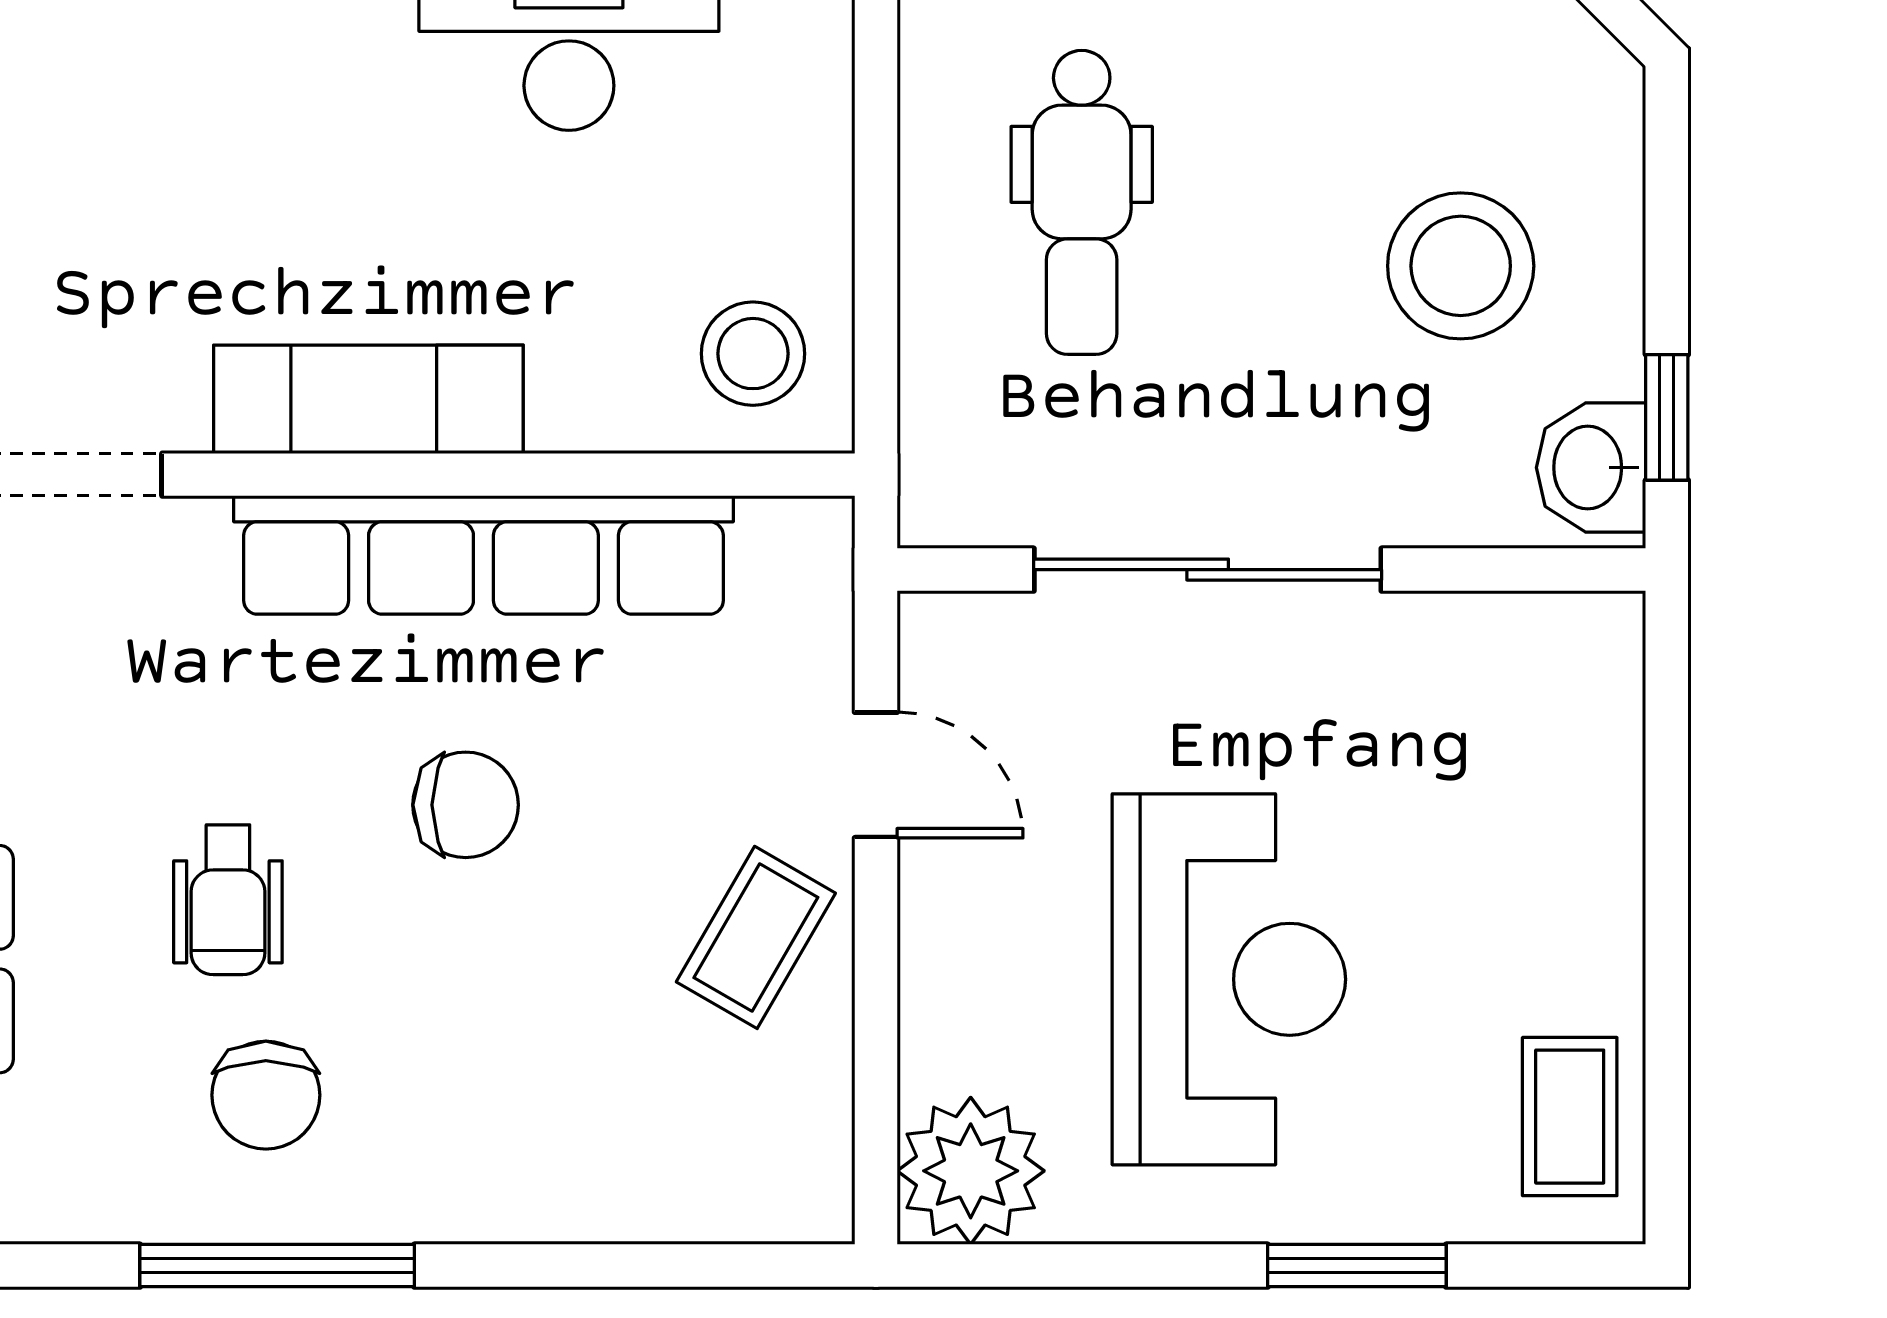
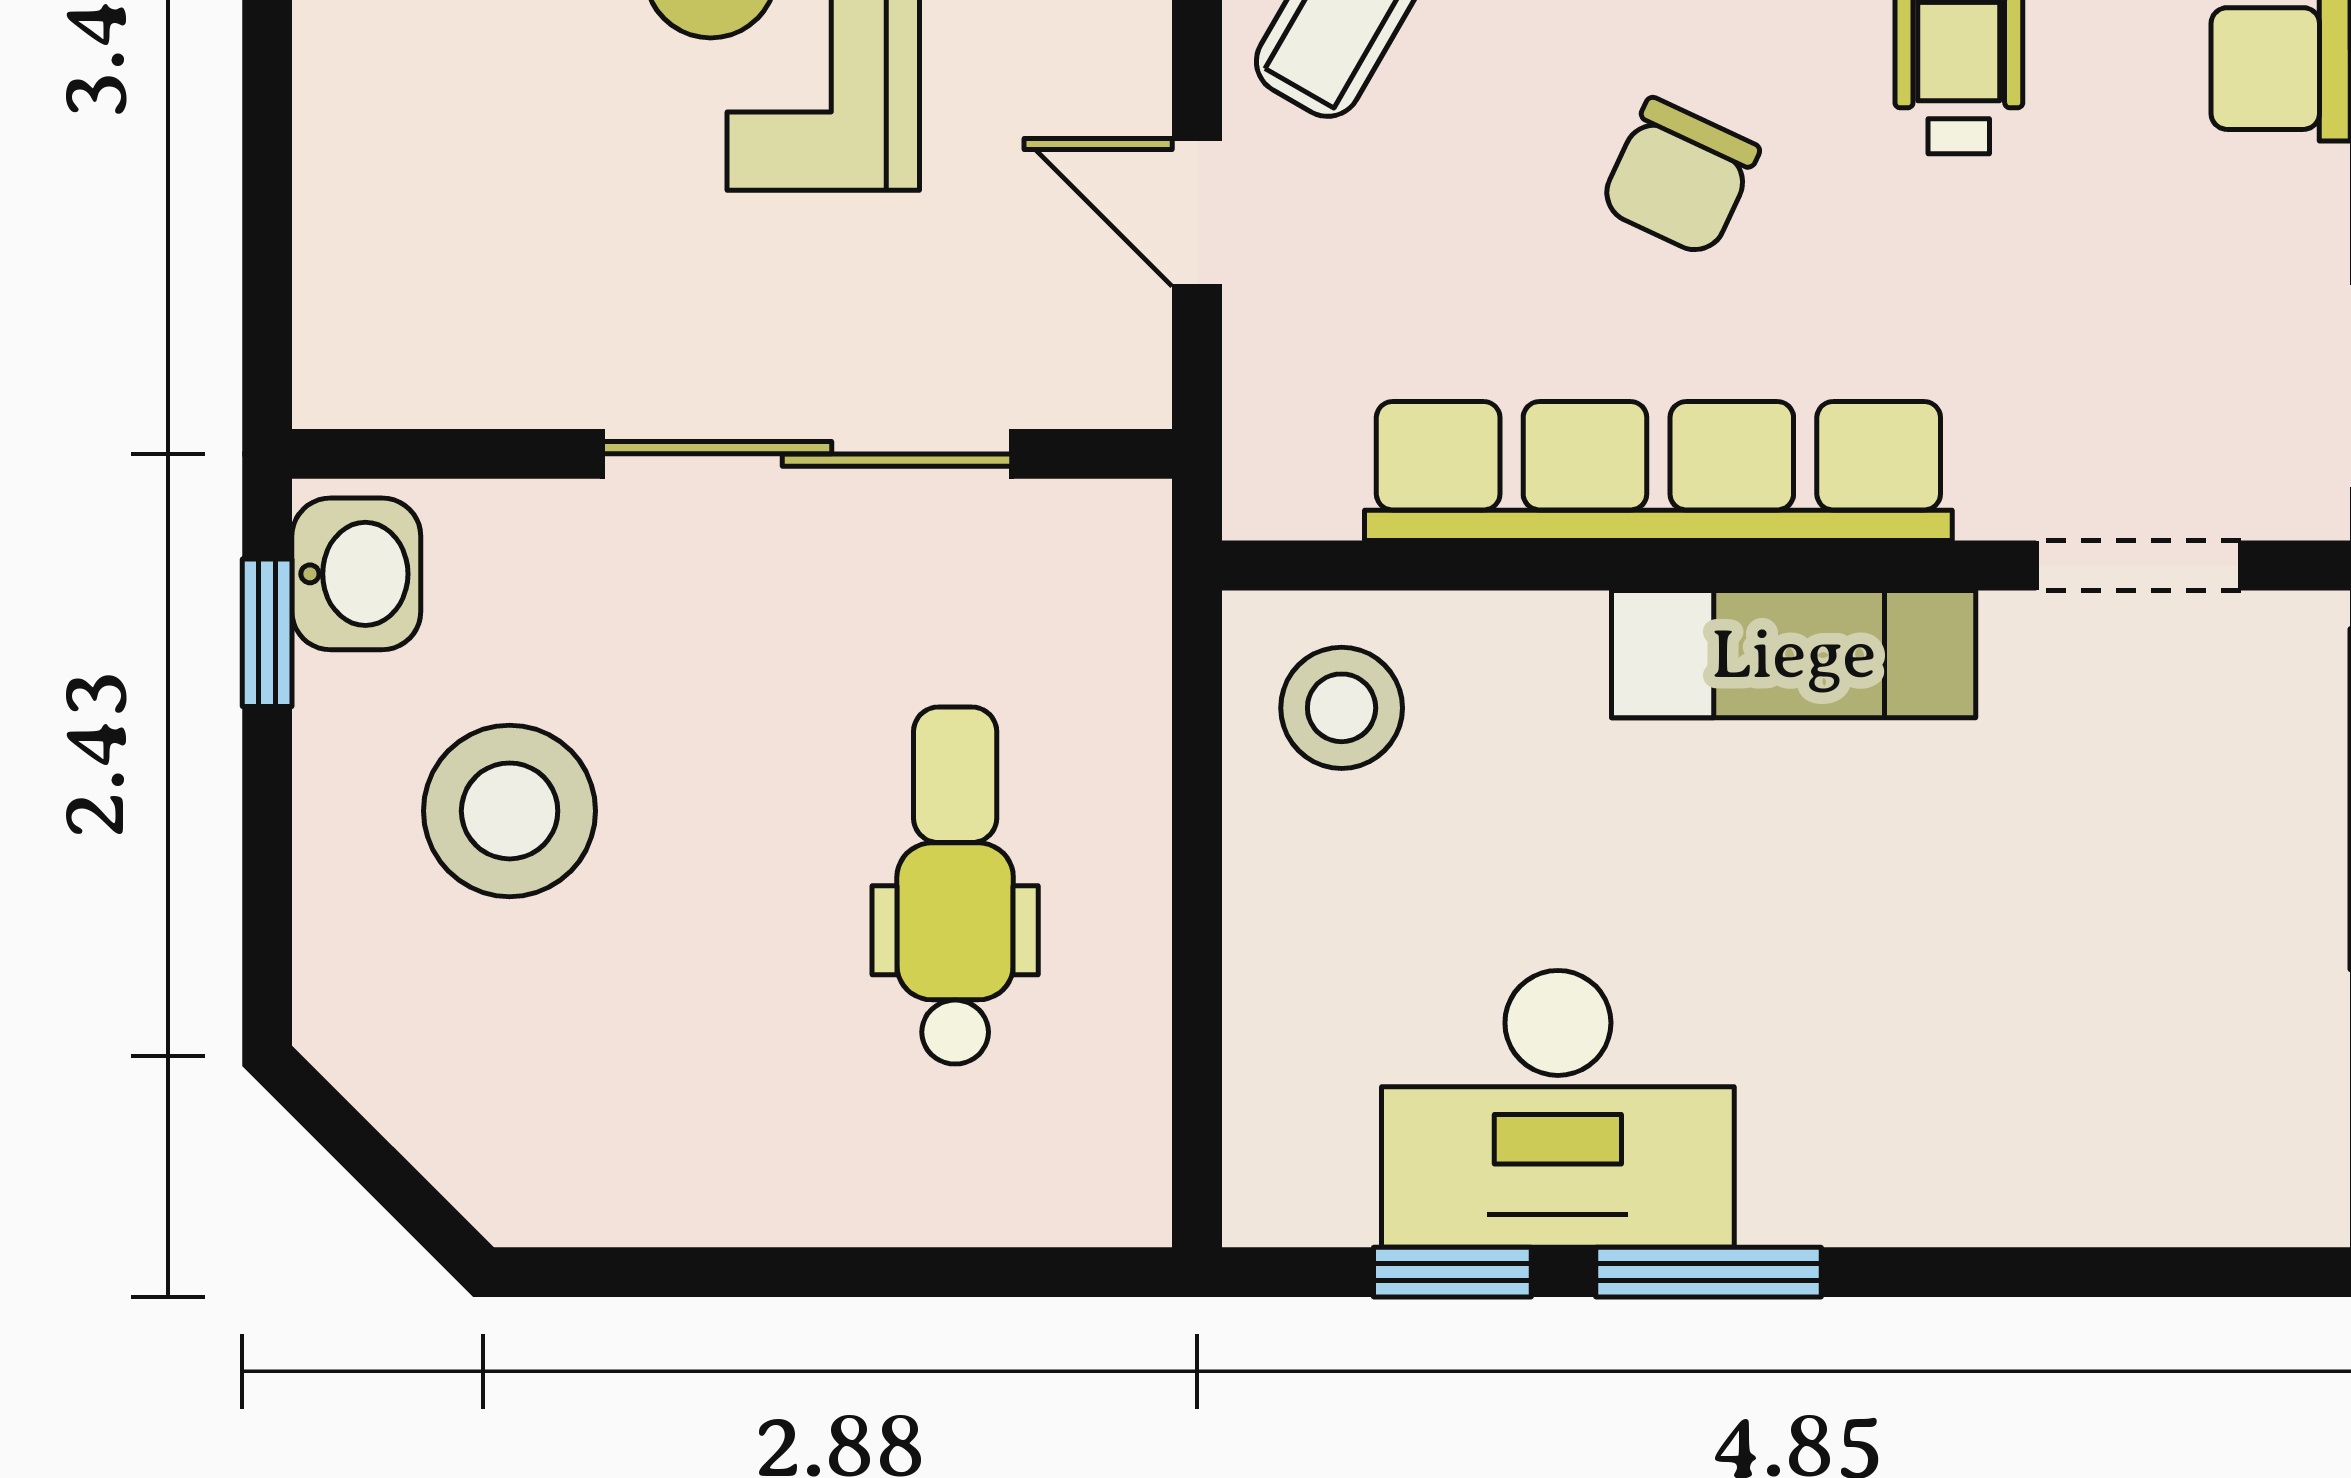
chair: (466, 805) -> (1679, 177), turned -65

